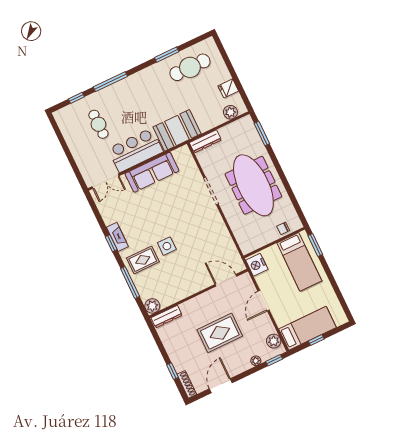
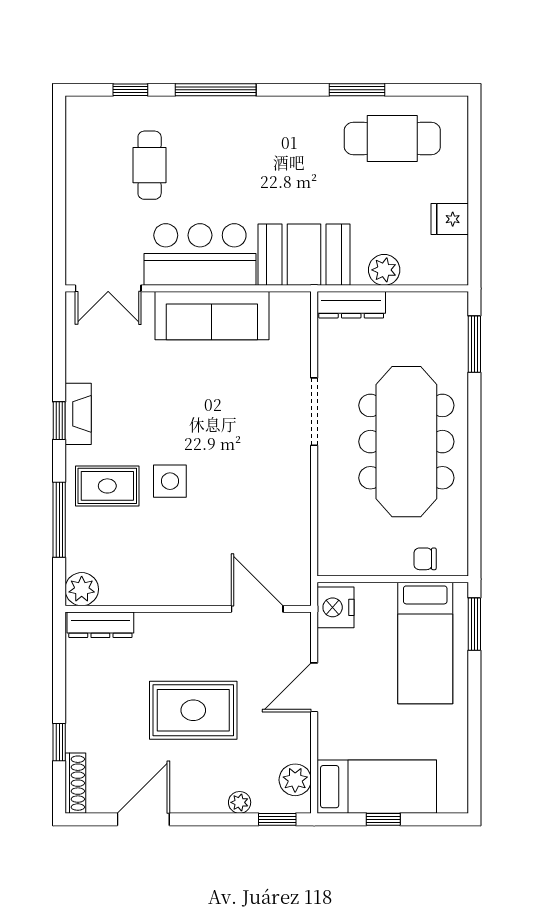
plant: (230, 112) -> (384, 270), moved

